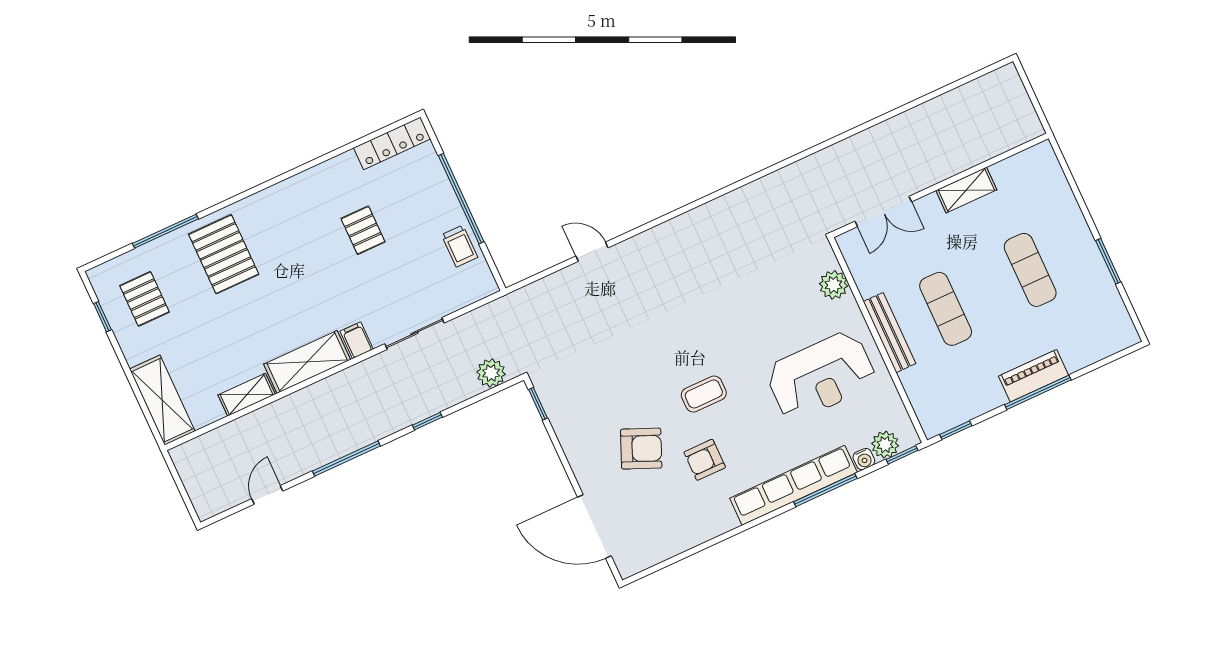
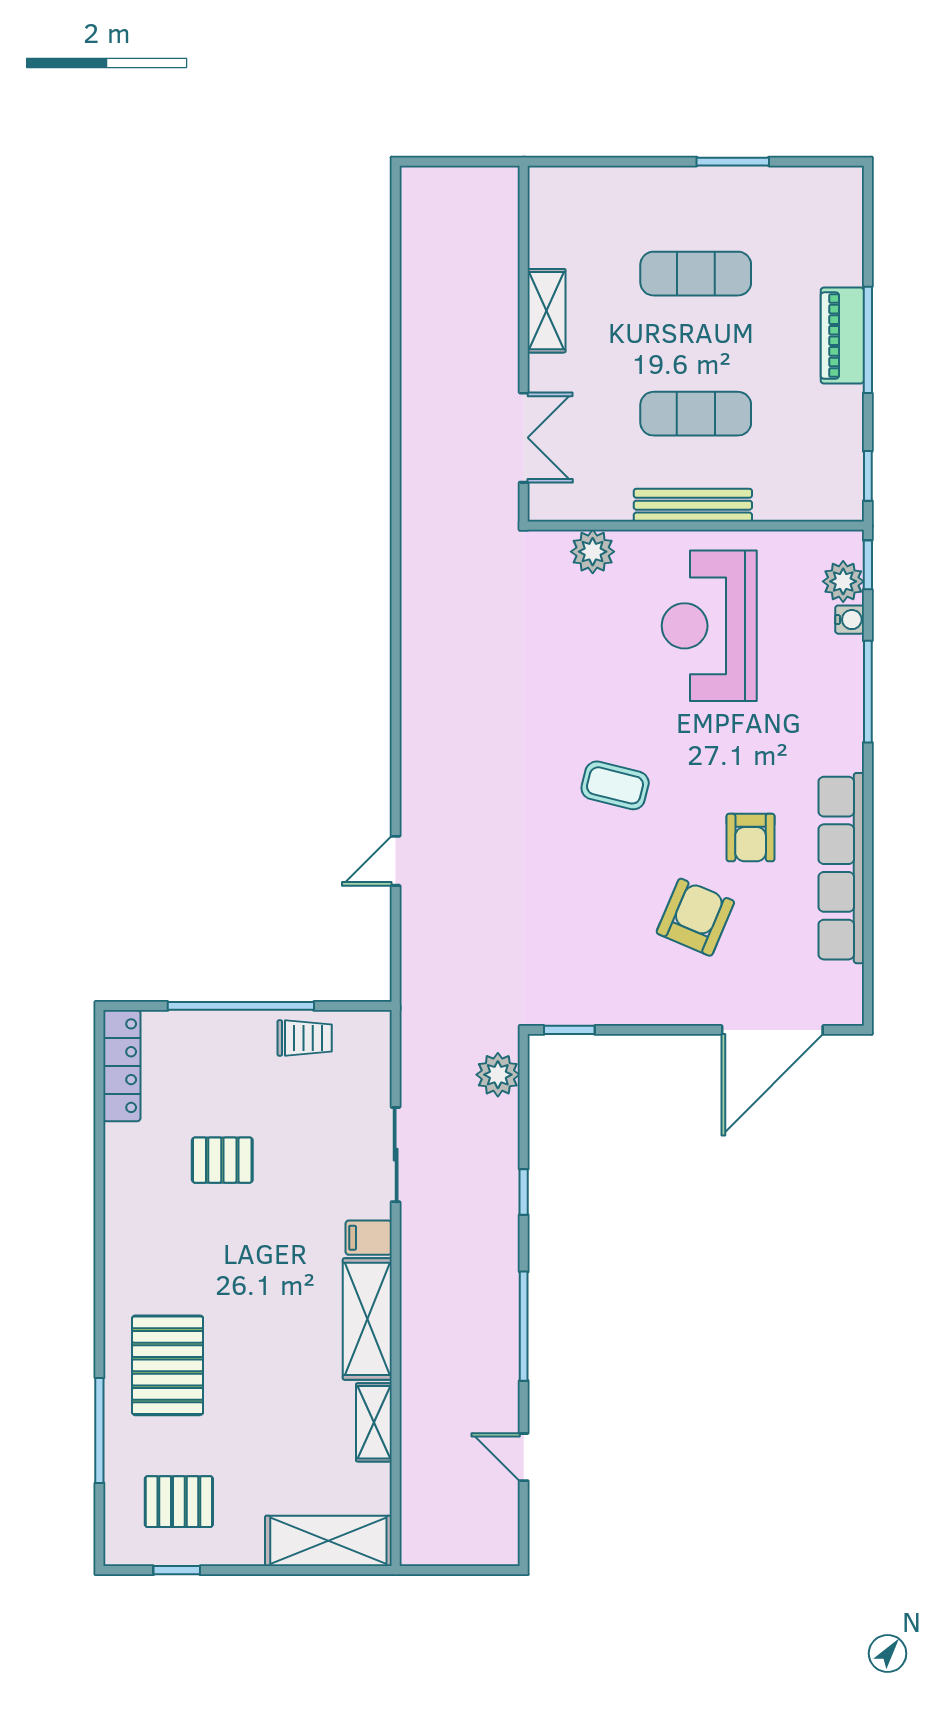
pallet: (224, 254) -> (168, 1365), turned 90
reception desk: (821, 376) -> (709, 626), turned 180
coffee table: (704, 394) -> (615, 785), moved, turned -76
row of seats: (793, 485) -> (841, 868), moved

